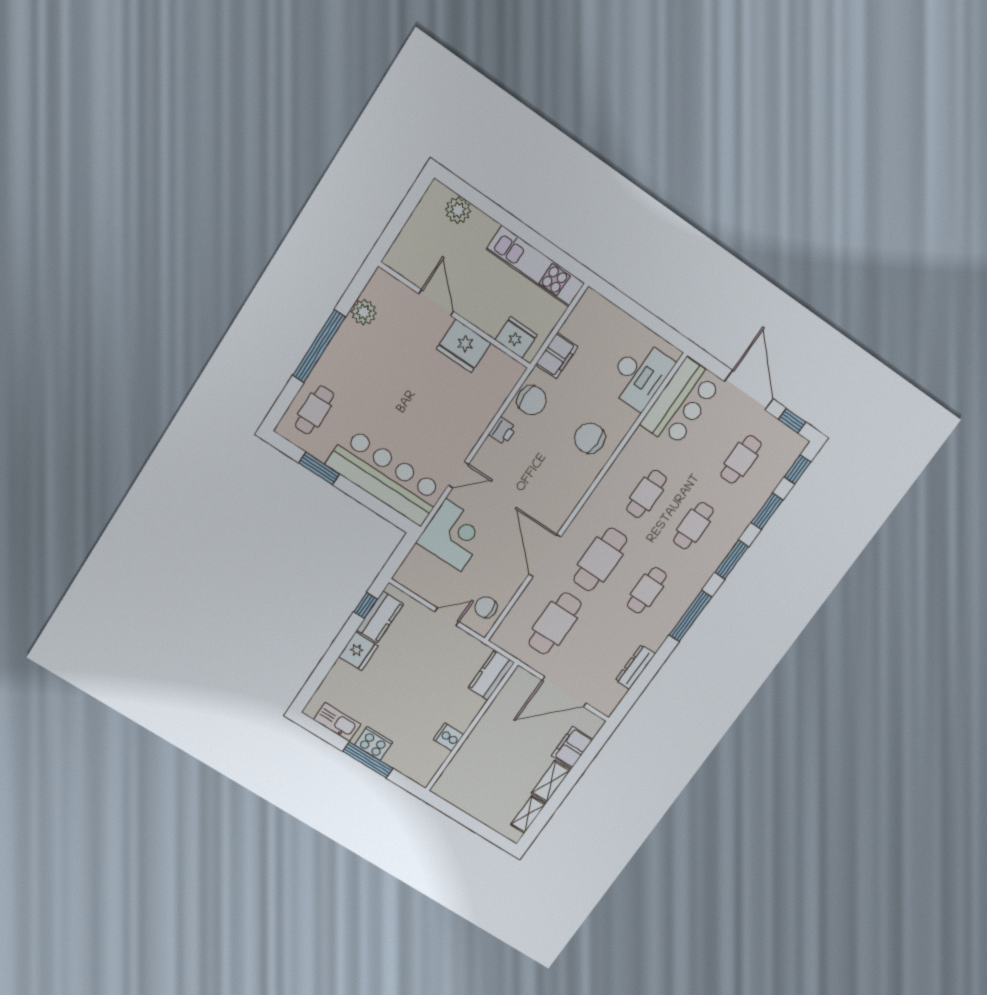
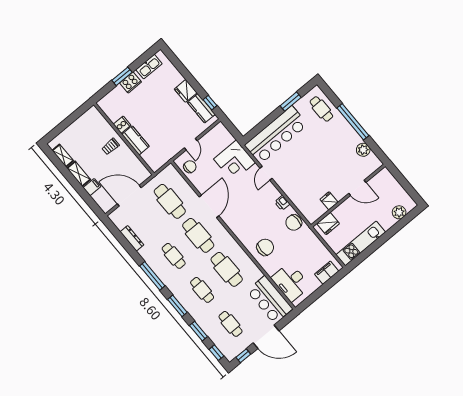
fridge: (464, 346) -> (329, 201), width x0.53, depth x0.75
filing cabinet: (557, 356) -> (327, 273), moved, turned 90
cafe table: (647, 494) -> (227, 269), width x1.37, depth x1.35
door: (545, 556) -> (209, 206), hinge flipped
kitchen counter: (491, 675) -> (135, 140), moved
door: (564, 692) -> (129, 196), hinge flipped
trolley: (491, 745) -> (110, 147), added
filing cabinet: (572, 747) -> (92, 187), width x0.50
window: (368, 760) -> (122, 76), width x0.69

